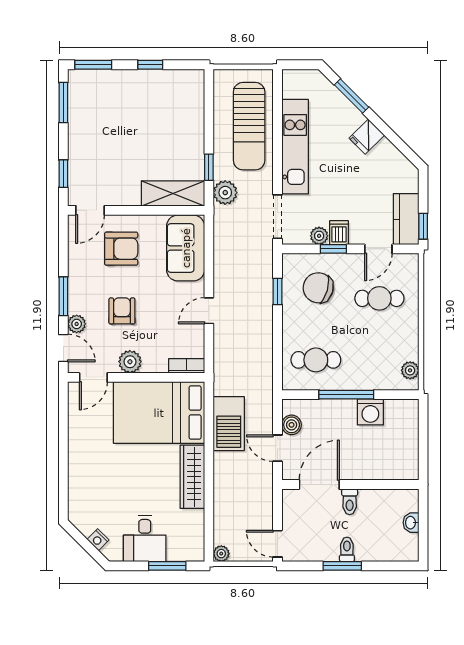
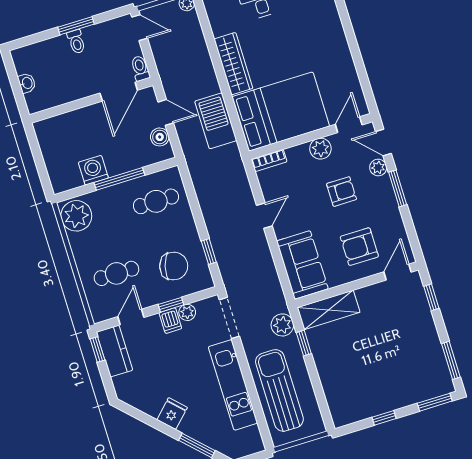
armchair: (122, 311) -> (342, 192), turned -90
plant: (410, 370) -> (76, 216), width x1.87, depth x1.87
toilet: (350, 502) -> (140, 68), moved

